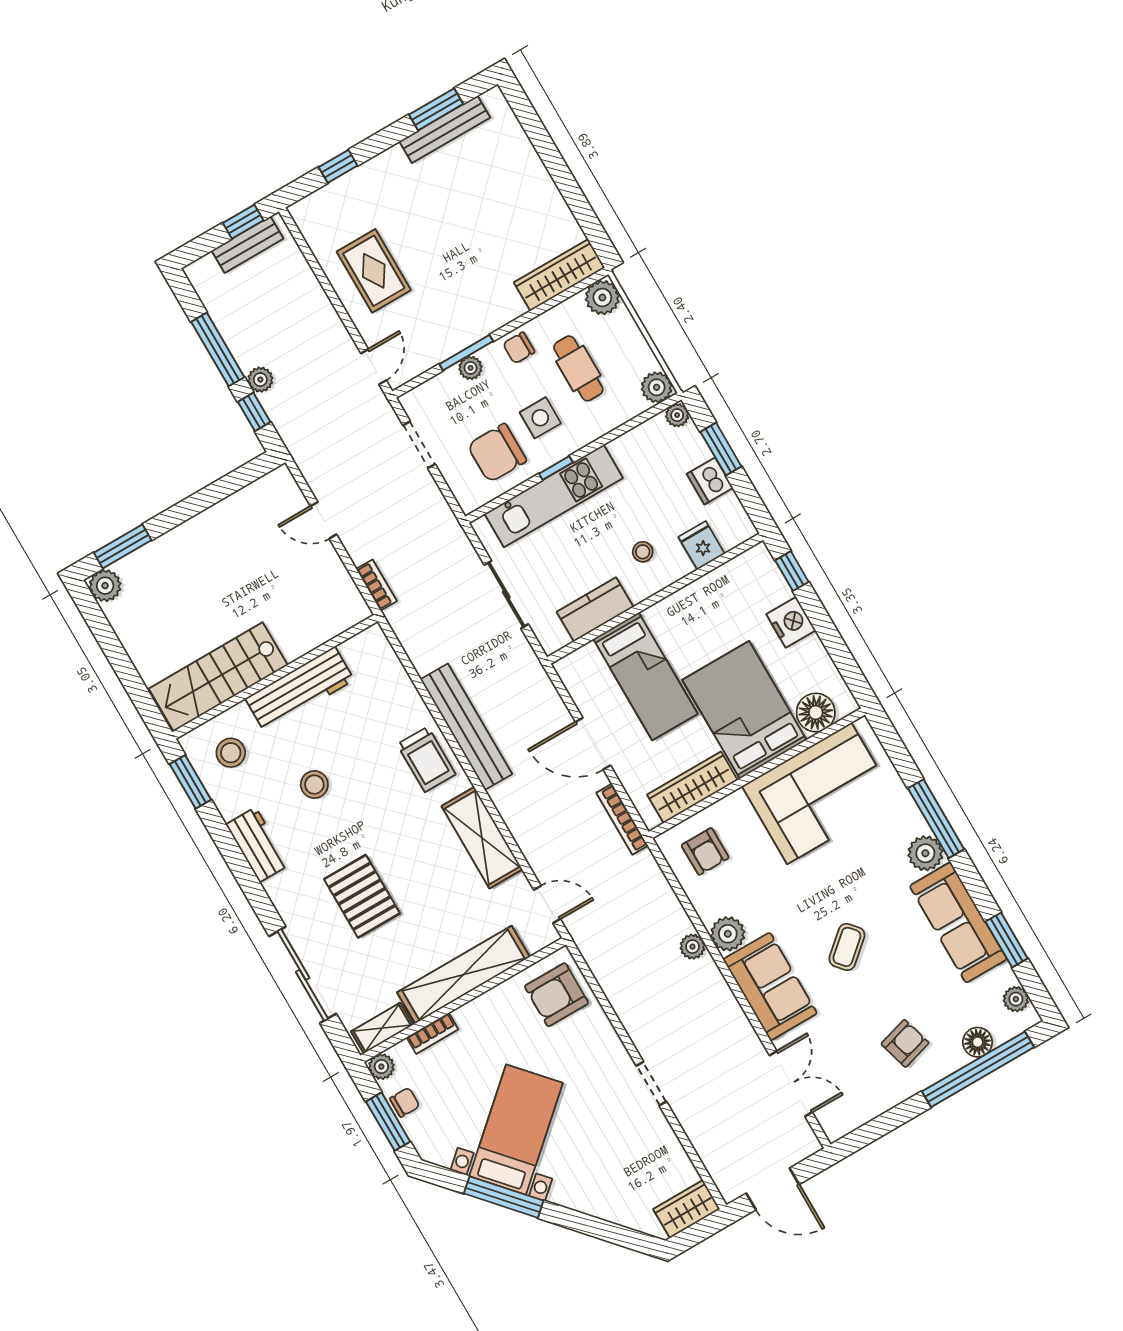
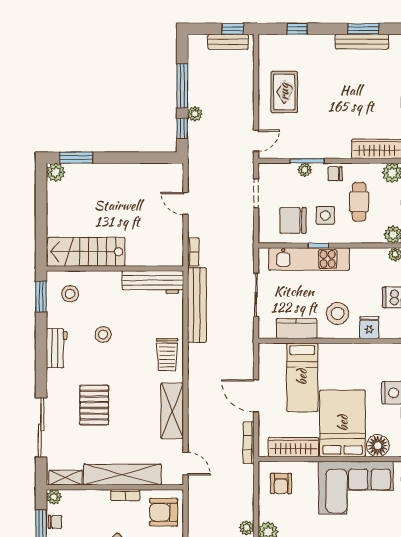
stool: (643, 552) -> (338, 313), width x1.89, depth x1.89
workbench: (300, 689) -> (153, 282), moved
bench: (466, 727) -> (197, 305), moved
bookcase: (432, 1033) -> (125, 495), moved

